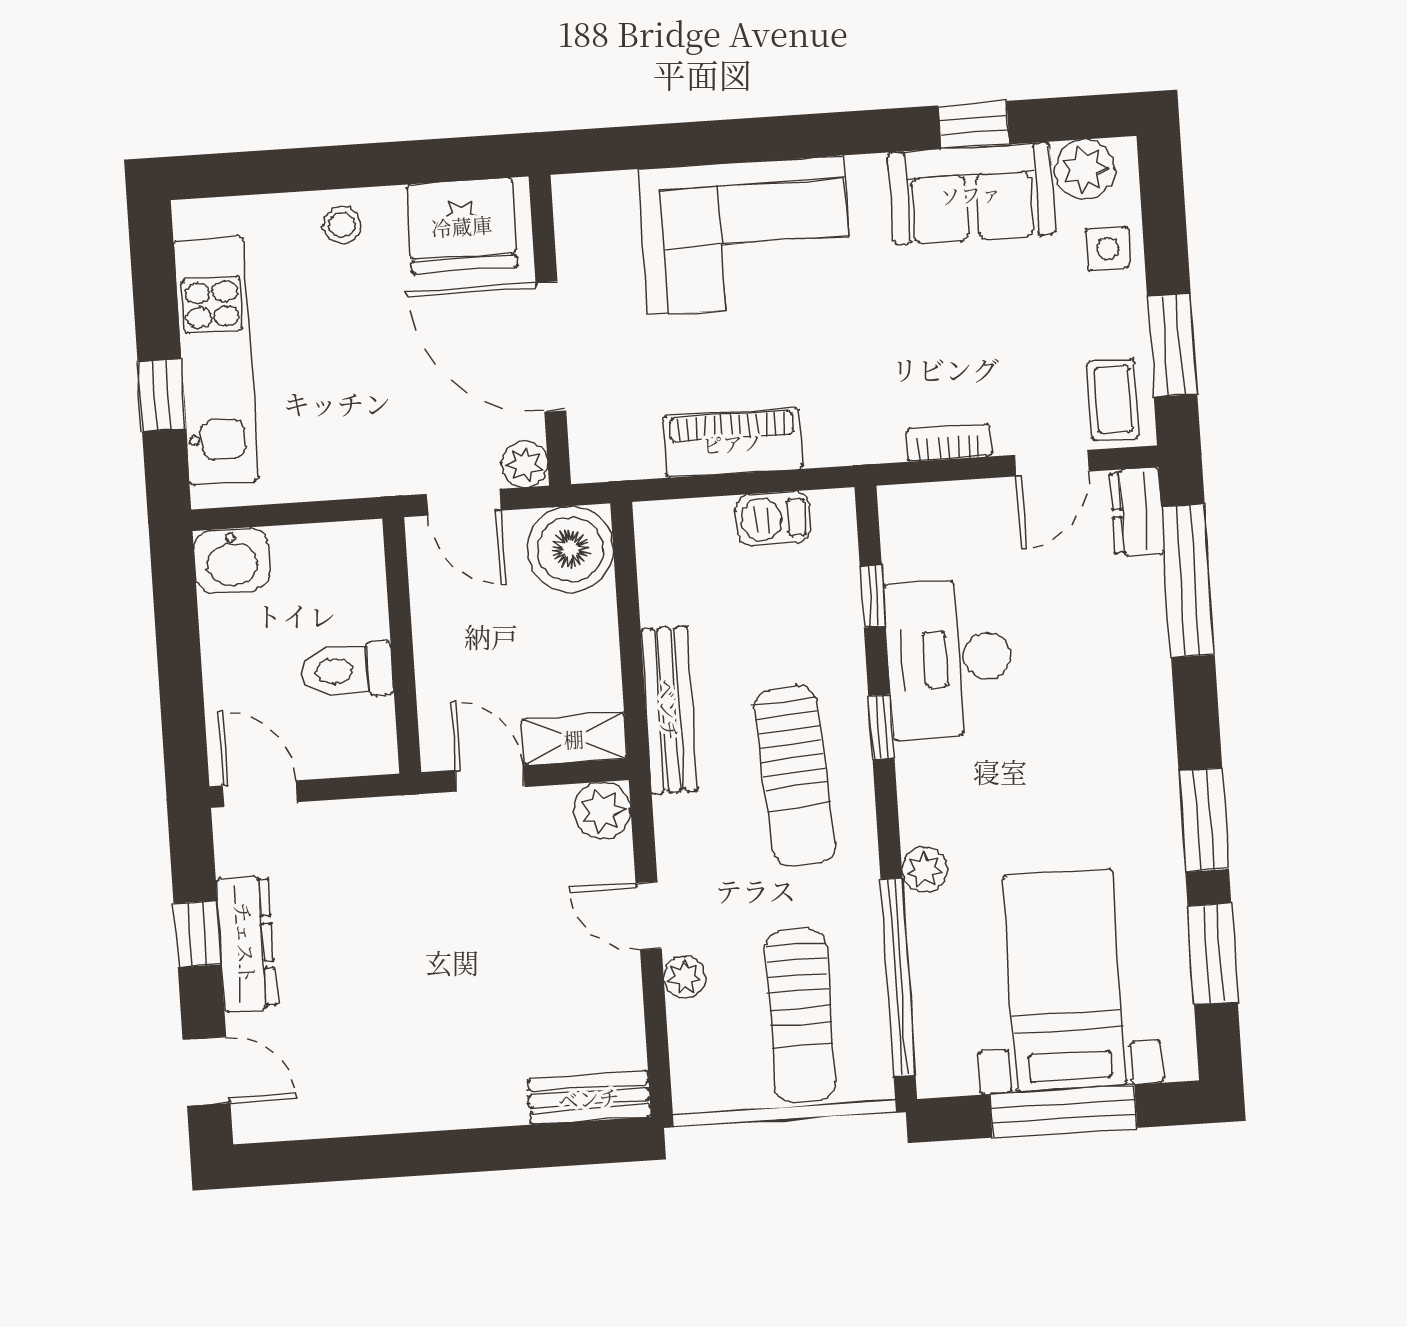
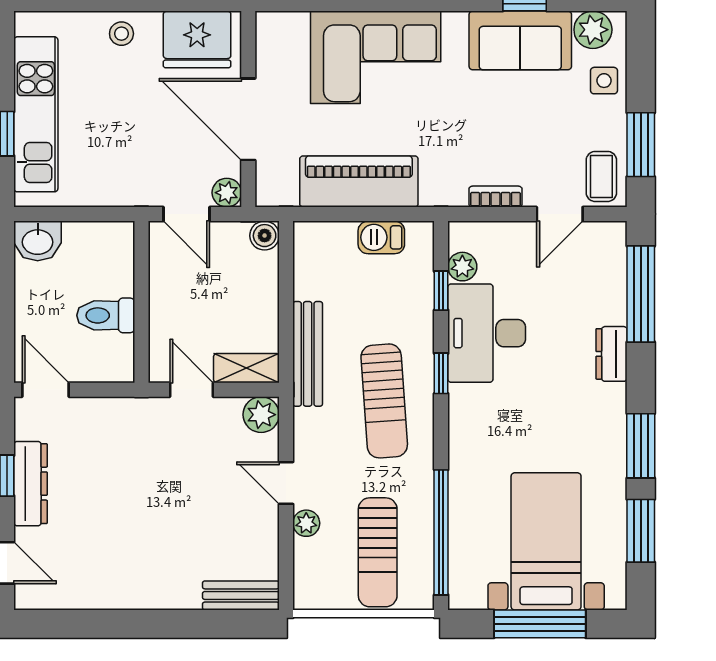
piano: (733, 443) -> (359, 181), width x1.37, depth x1.33
dresser: (1137, 512) -> (611, 354), moved
boiler: (570, 549) -> (265, 236), width x0.54, depth x0.54
plant: (925, 870) -> (462, 267), moved

